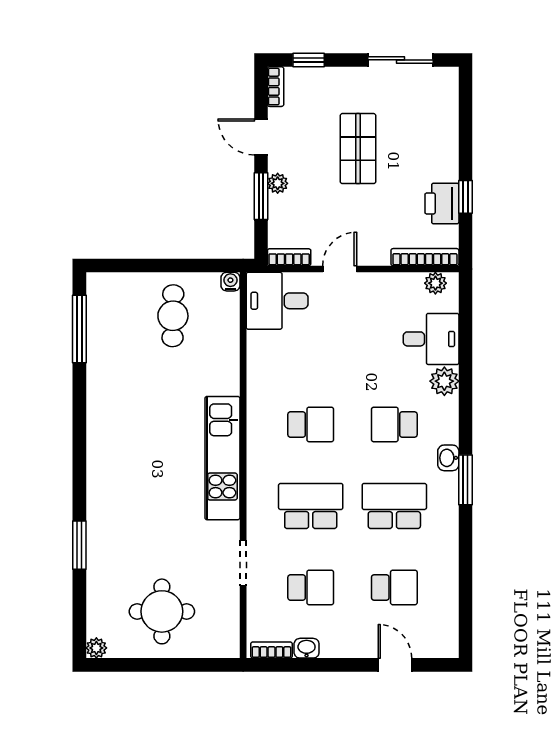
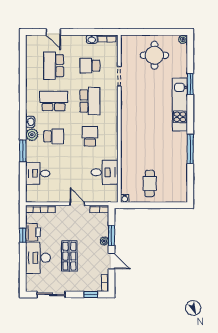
desk: (430, 145) -> (38, 258), added
door: (340, 269) -> (77, 204), swing flipped
plant: (435, 283) -> (36, 198), removed
desk: (277, 301) -> (105, 172), moved
window: (79, 329) -> (190, 149), moved
plant: (444, 381) -> (32, 135), moved
school desk: (311, 424) -> (90, 136), turned 90
kitchen unit: (222, 458) -> (180, 105), moved, turned 180
window: (465, 480) -> (23, 151), moved
school desk: (311, 506) -> (90, 101), turned -90
school desk: (394, 506) -> (54, 101), turned 180
school desk: (394, 587) -> (54, 66), width x1.85

